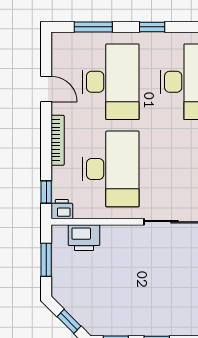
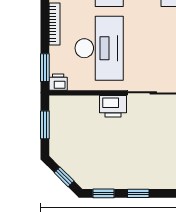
window: (46, 192) -> (45, 68), width x1.50
printer: (84, 238) -> (113, 106), moved

